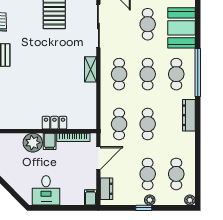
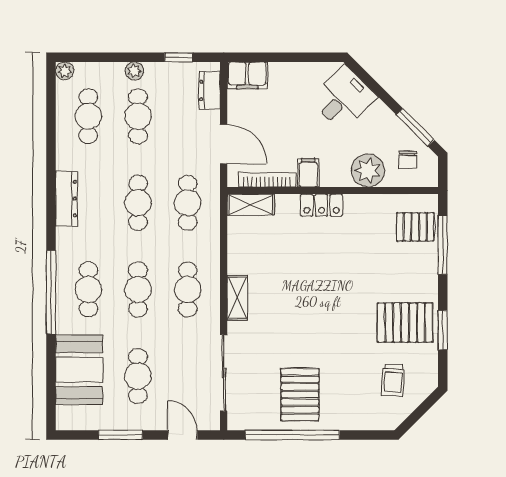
dresser: (189, 115) -> (66, 199), moved
locker: (54, 123) -> (321, 205), moved
shelving: (83, 123) -> (251, 205), added
plant: (33, 143) -> (368, 170), moved
door: (98, 158) -> (224, 144), swing flipped
desk: (46, 190) -> (343, 98), moved, turned 45
filing cabinet: (90, 197) -> (247, 75), width x2.00
window: (144, 208) -> (179, 57), moved

